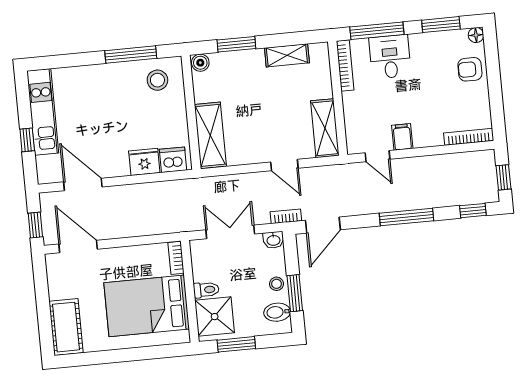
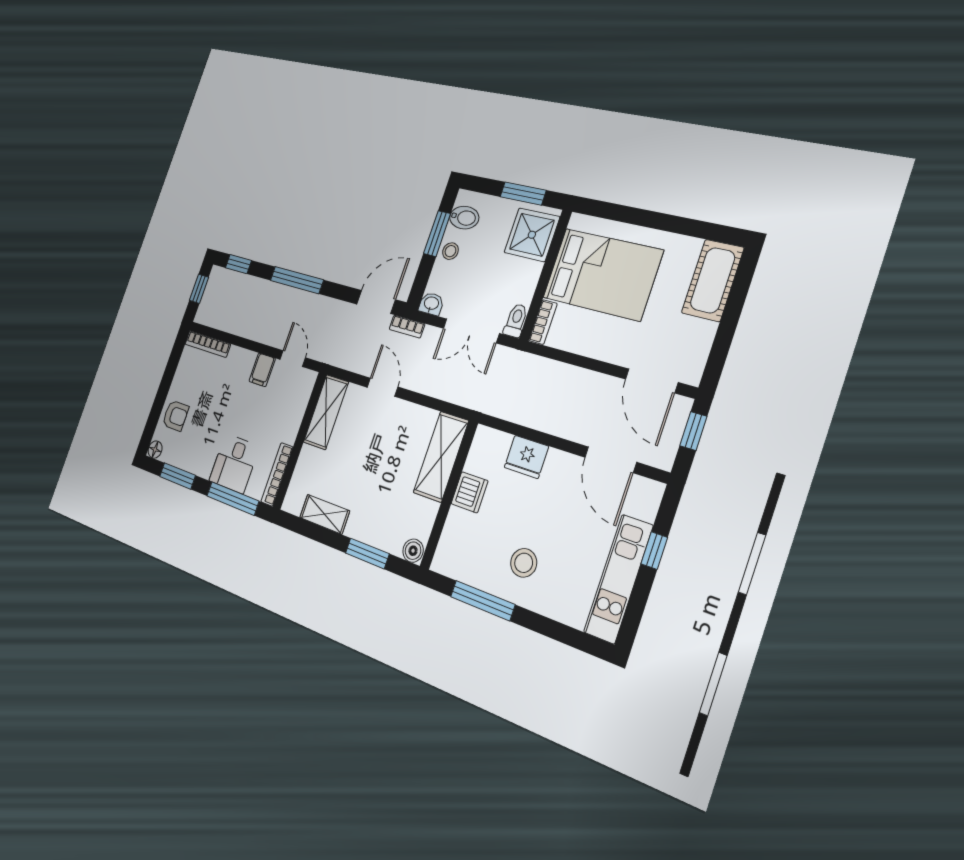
stool: (157, 80) -> (524, 563), moved
dishwasher: (173, 160) -> (470, 492), moved, turned -90
toilet: (206, 290) -> (516, 321), moved, turned 90

